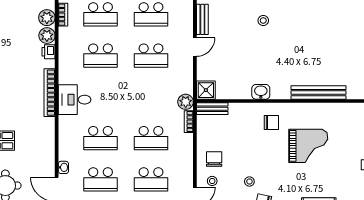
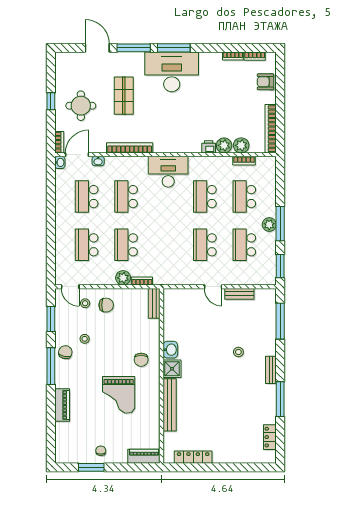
shower: (206, 90) -> (172, 369), moved
bookcase: (50, 93) -> (130, 148), moved
desk: (75, 100) -> (168, 172), width x1.37
plant: (186, 102) -> (123, 278), moved

